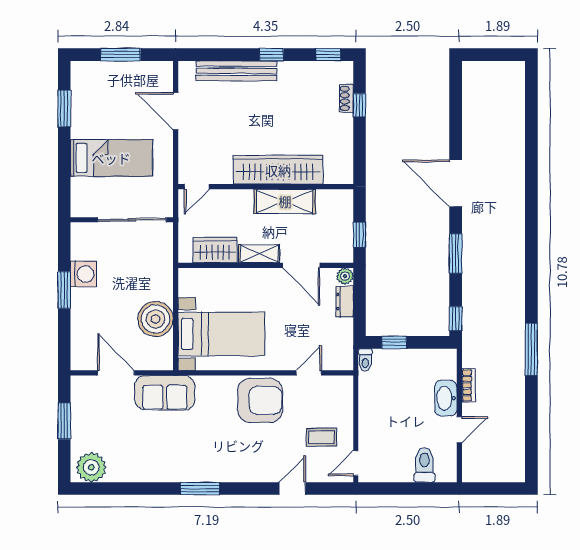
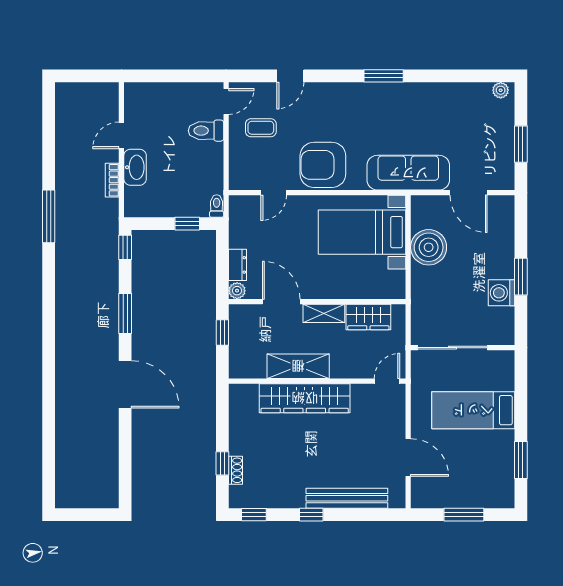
sofa: (165, 393) -> (408, 173), width x1.36
toilet: (424, 465) -> (206, 131), moved, turned 90
plant: (91, 467) -> (501, 90), width x0.53, depth x0.53

